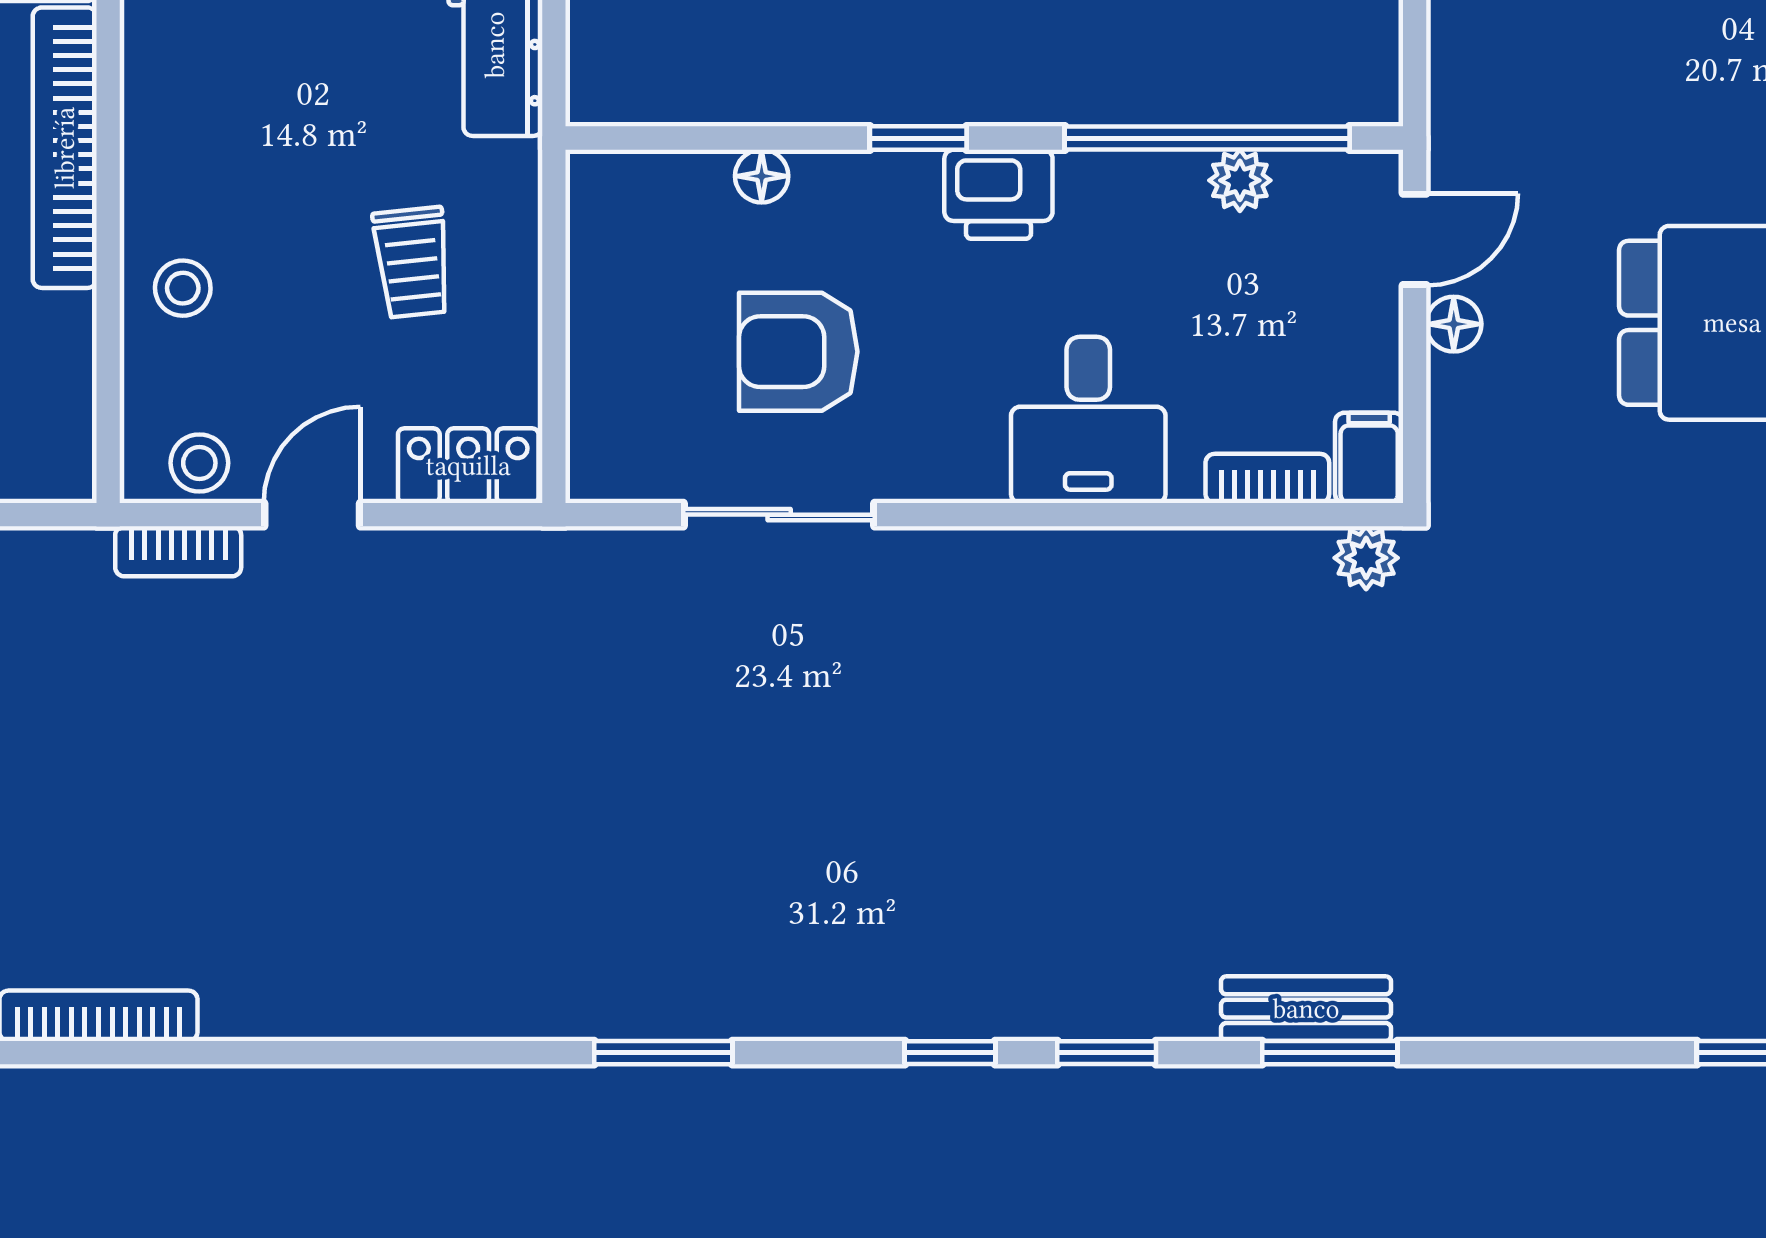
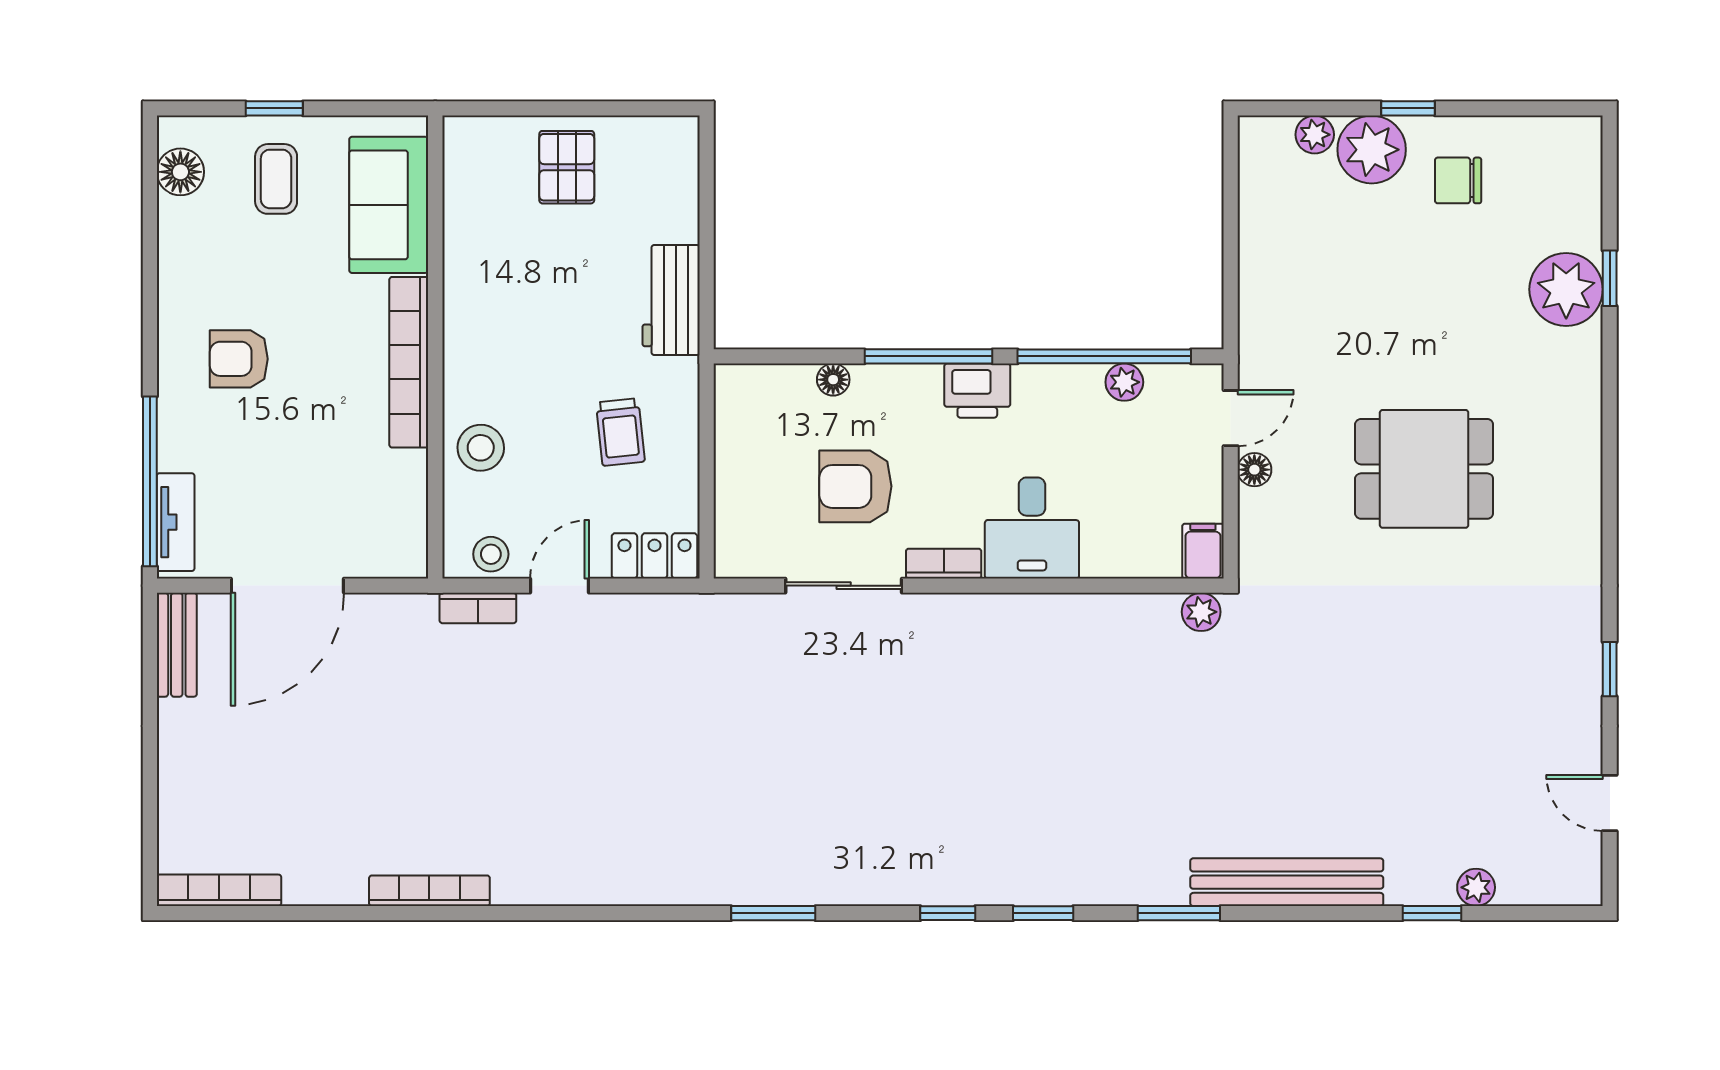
window: (918, 138) -> (929, 356), width x2.17
stool: (183, 288) -> (481, 448), width x1.37, depth x1.37
bookcase: (1267, 478) -> (944, 564), moved
bench: (1306, 1009) -> (1287, 882), moved, width x1.86, depth x1.21

